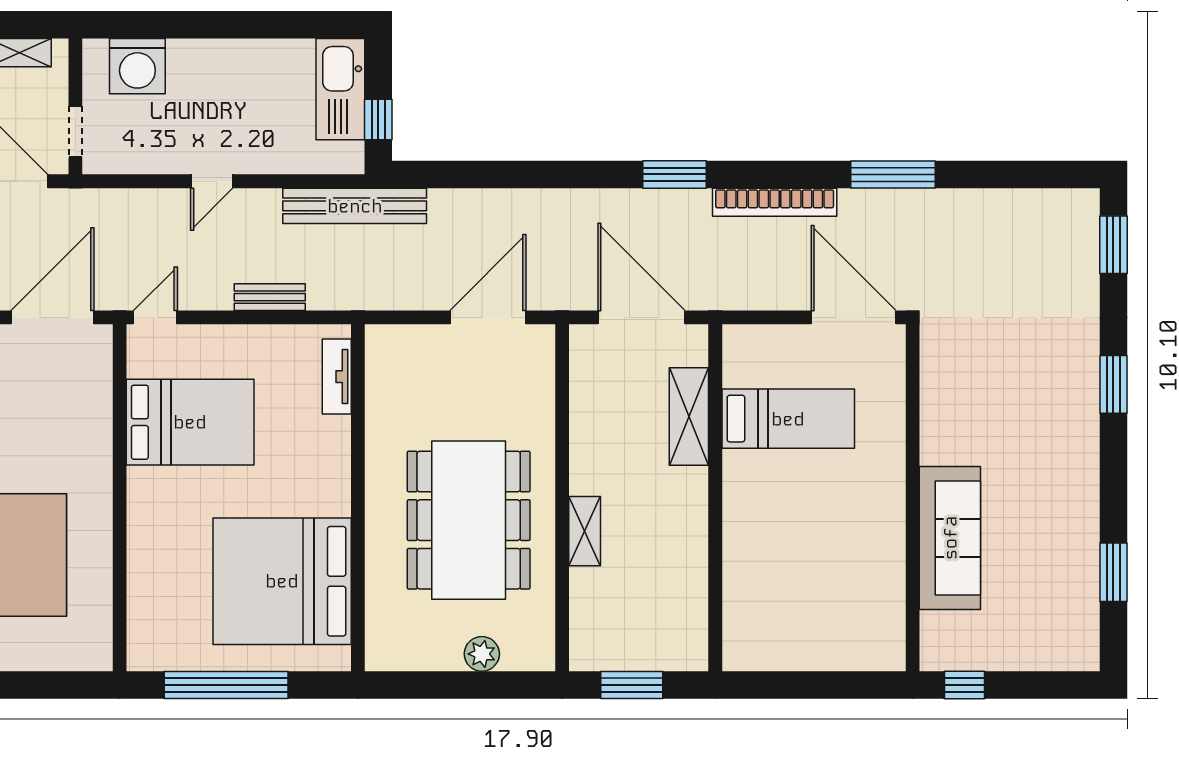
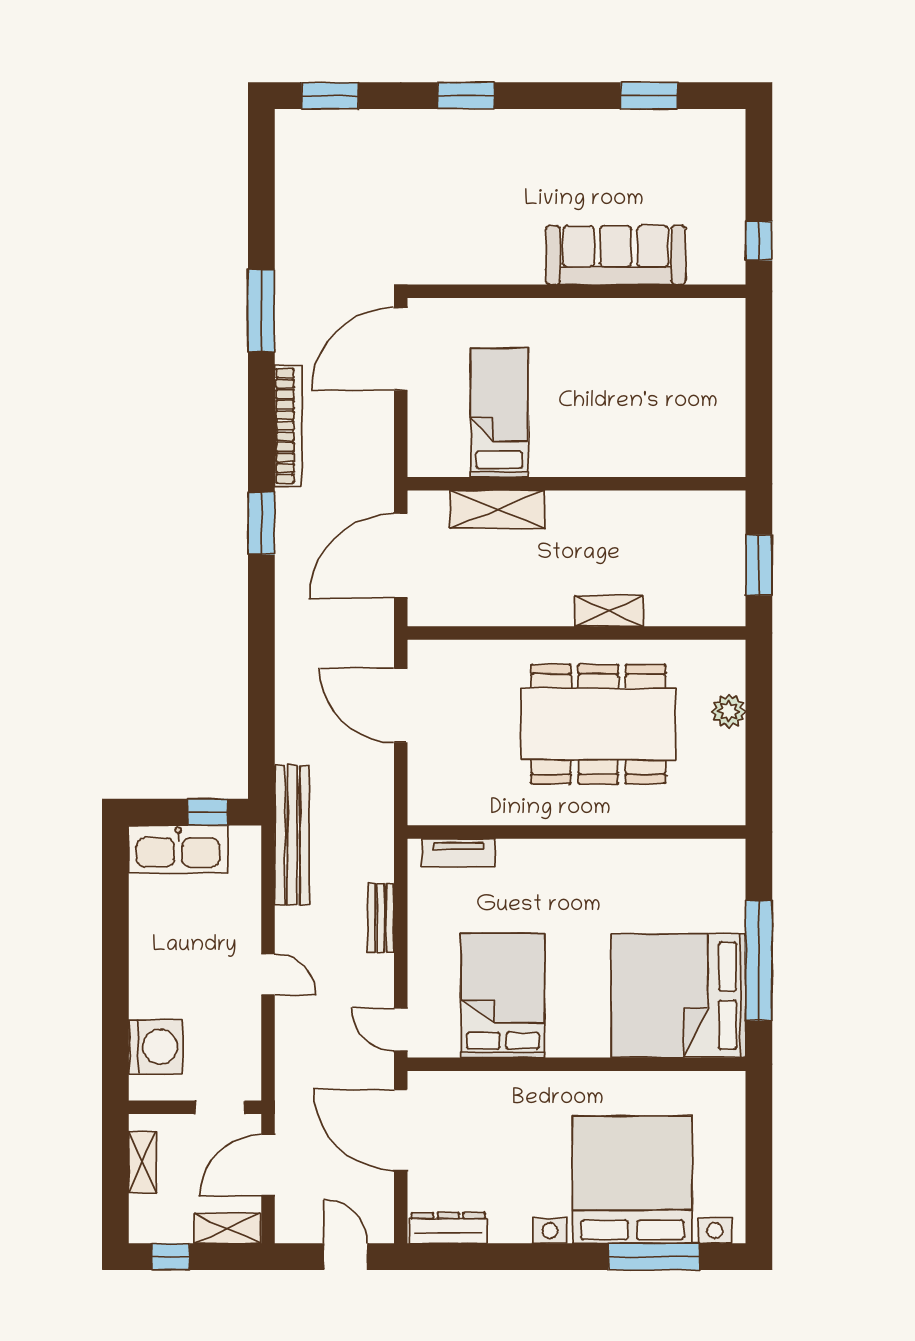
bed: (282, 581) -> (678, 996), moved, turned 90

